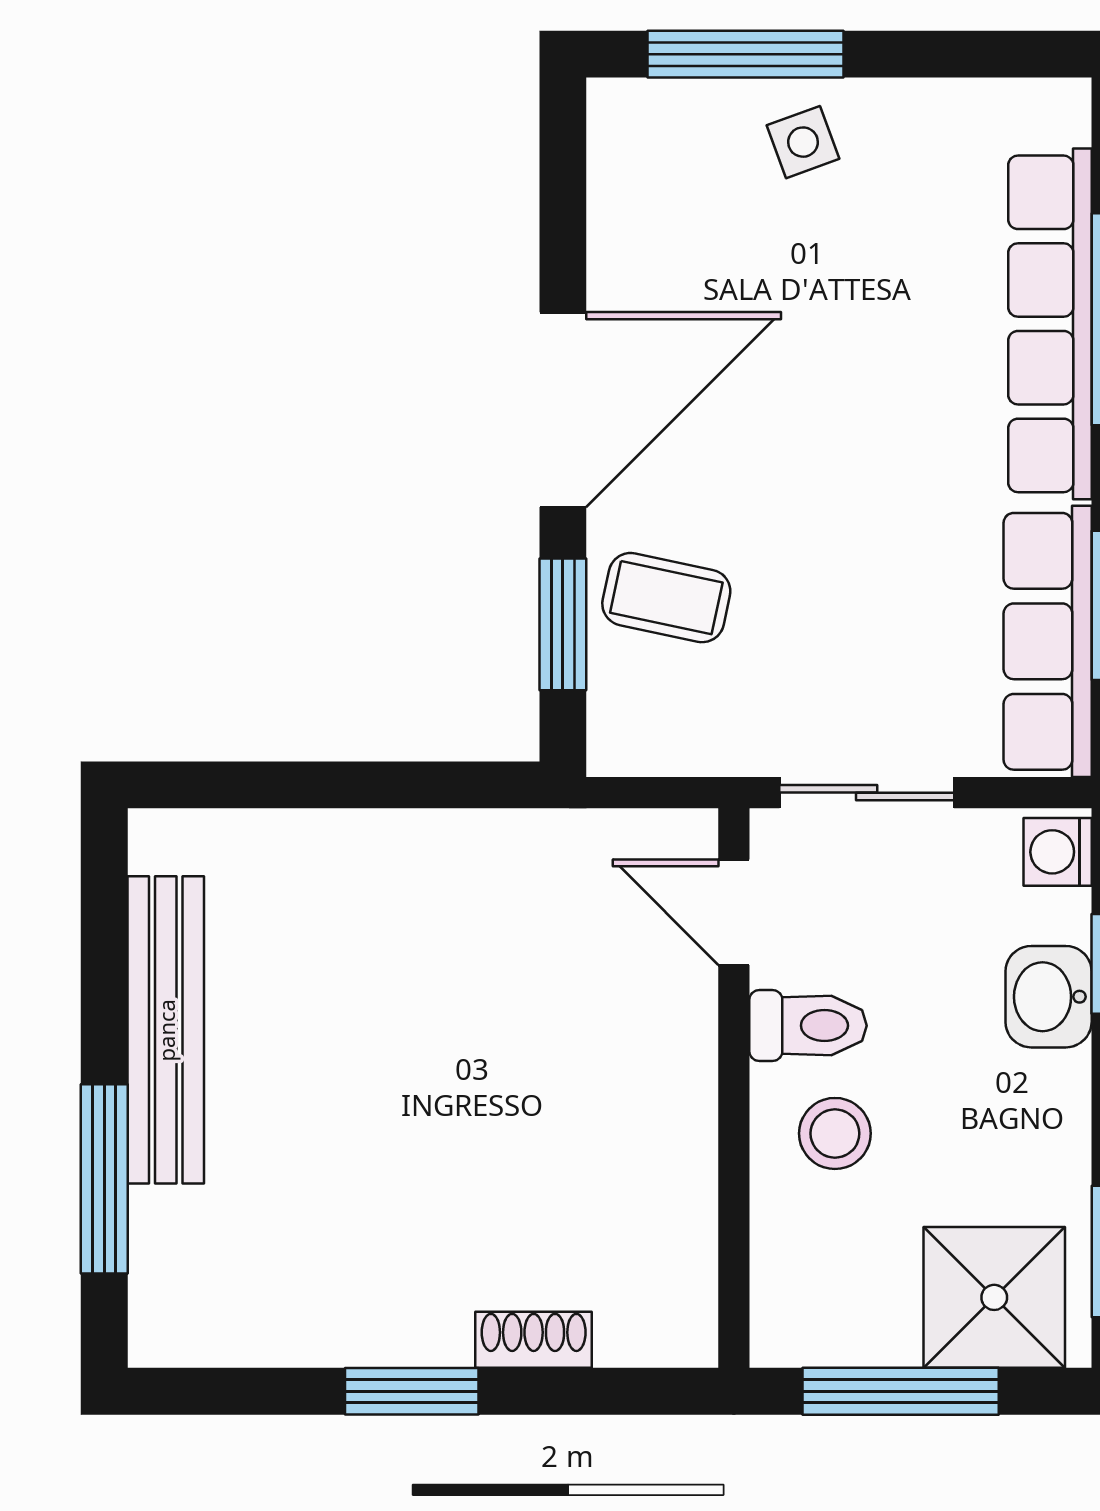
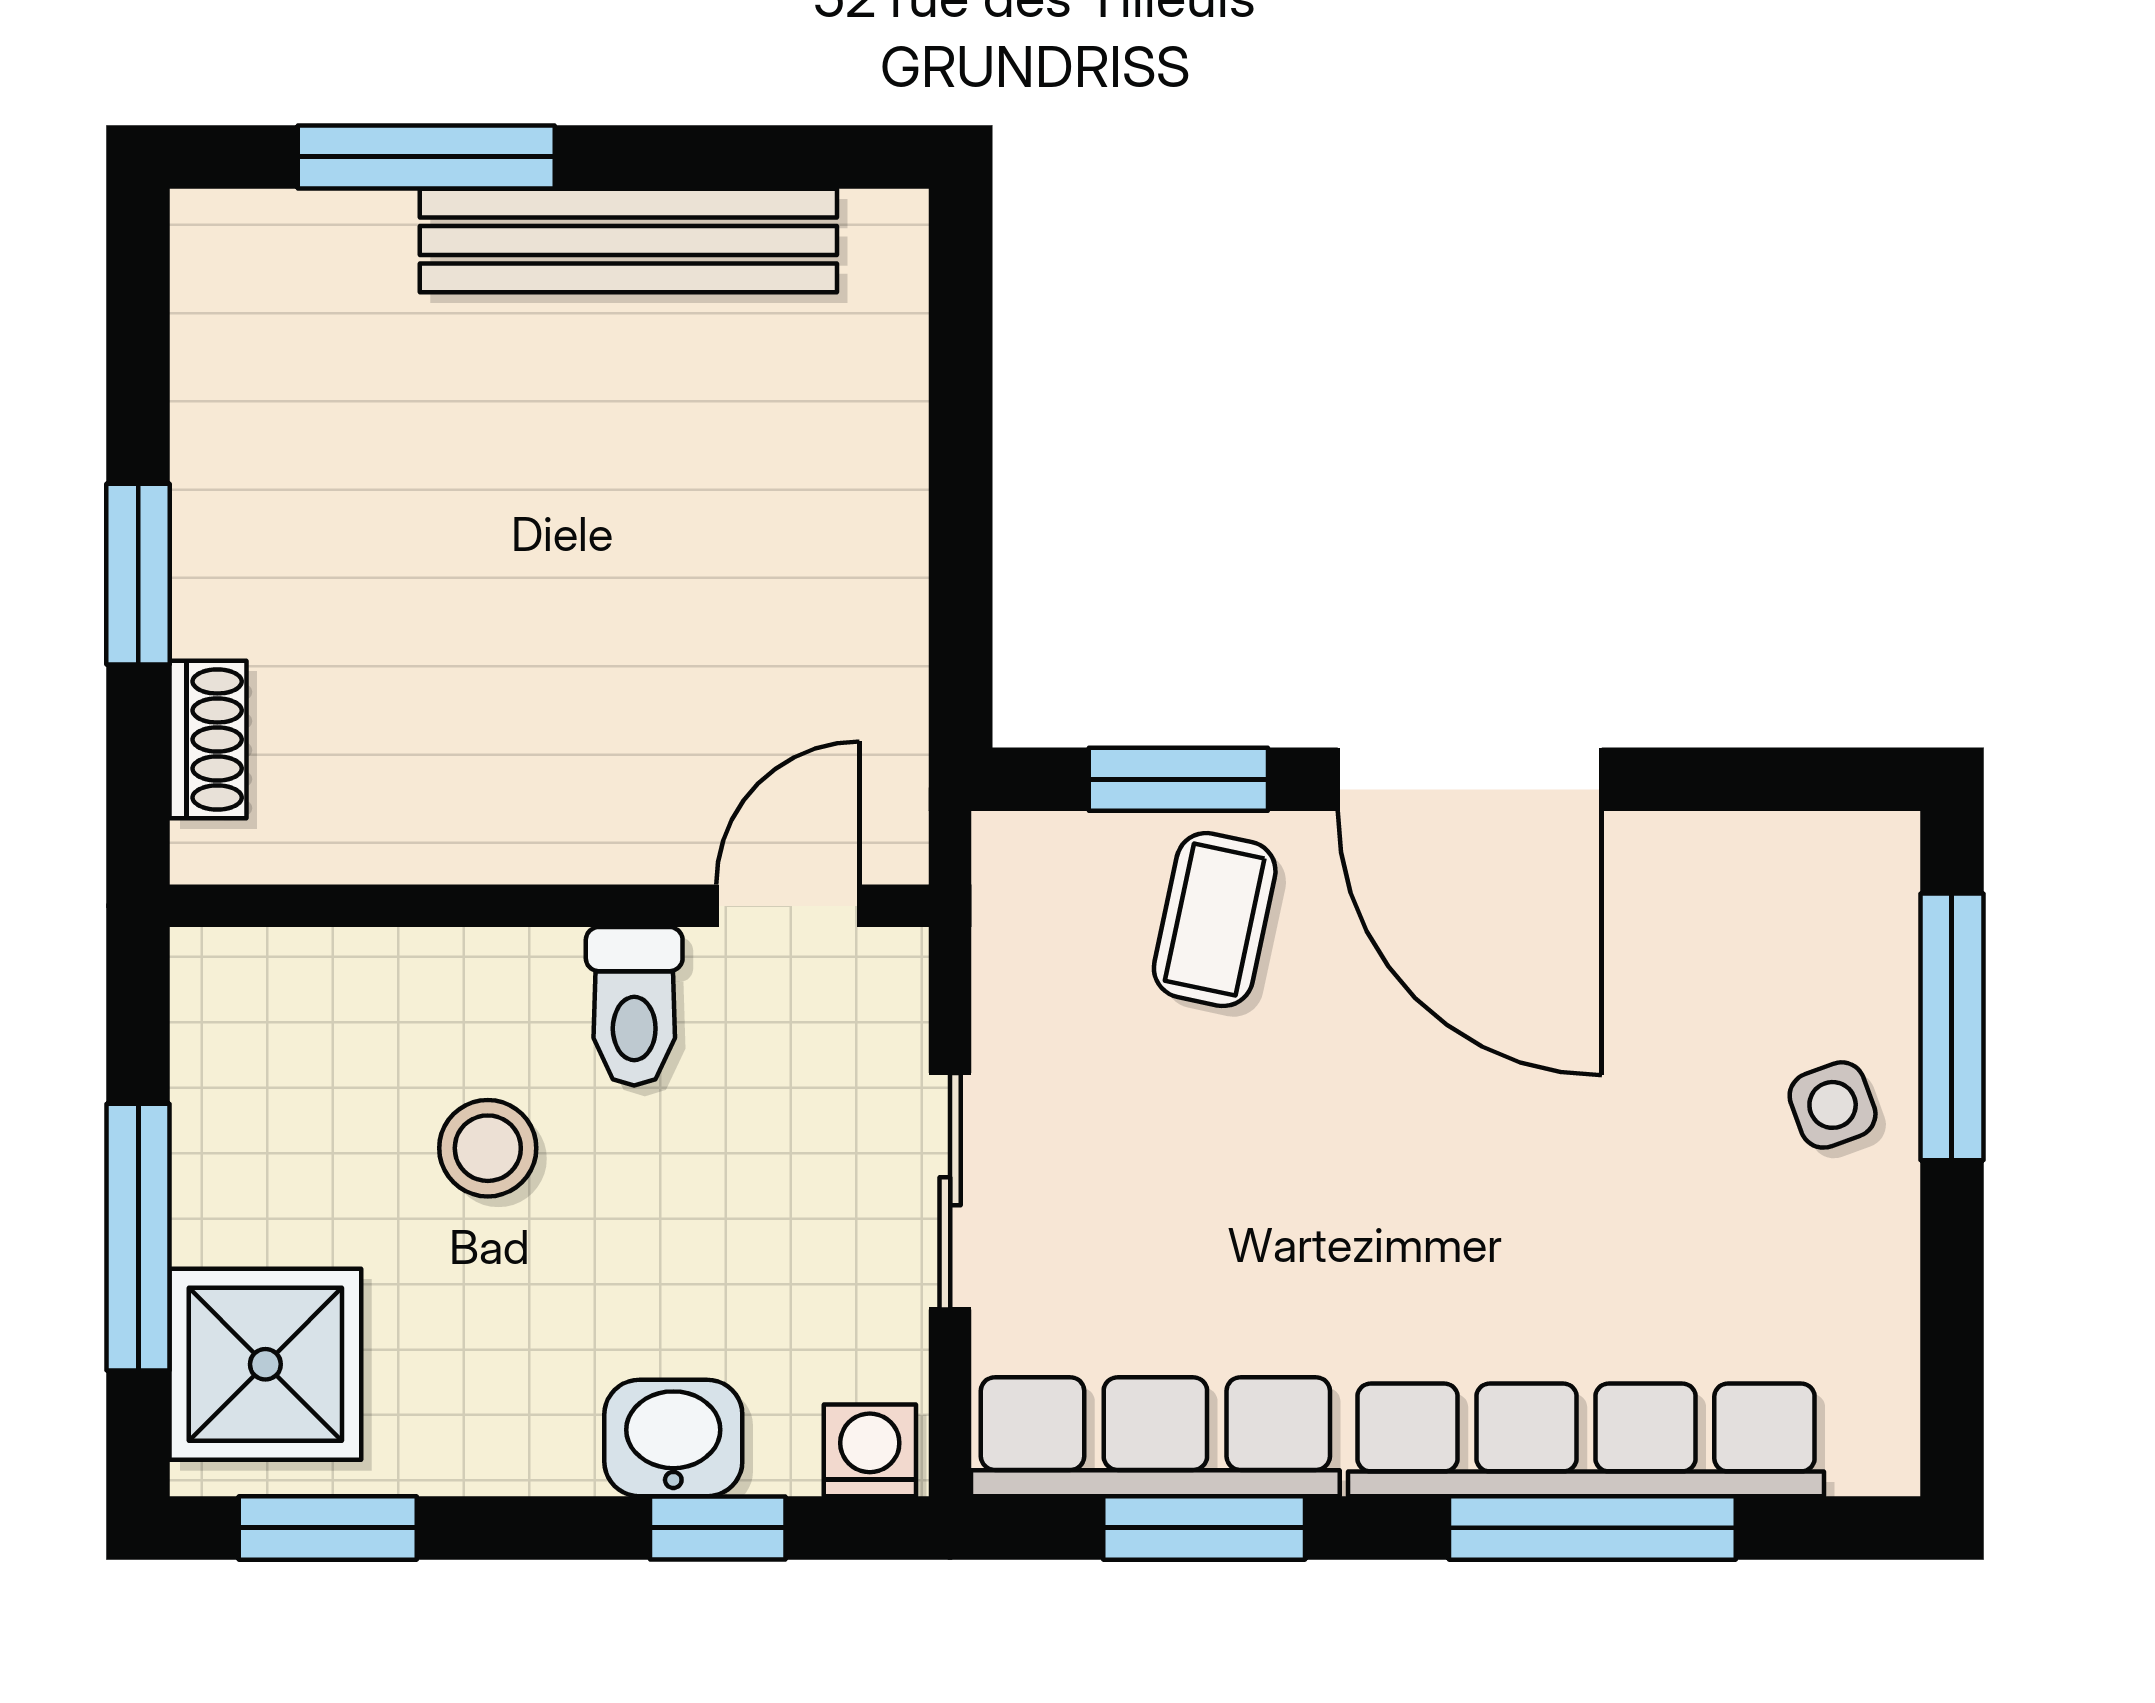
door: (734, 912) -> (788, 906), moved
toilet: (808, 1026) -> (634, 1006), moved
wall: (734, 1088) -> (549, 906), moved

